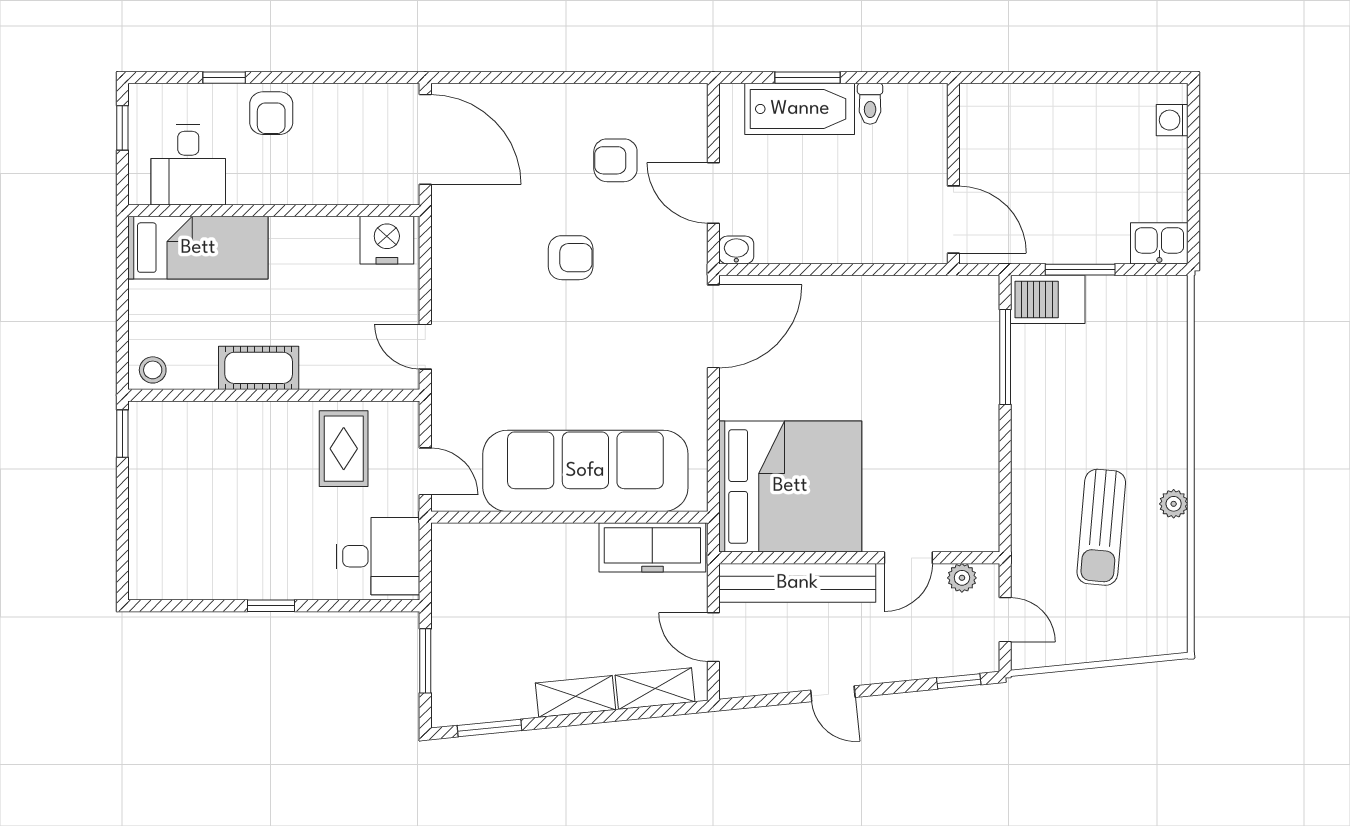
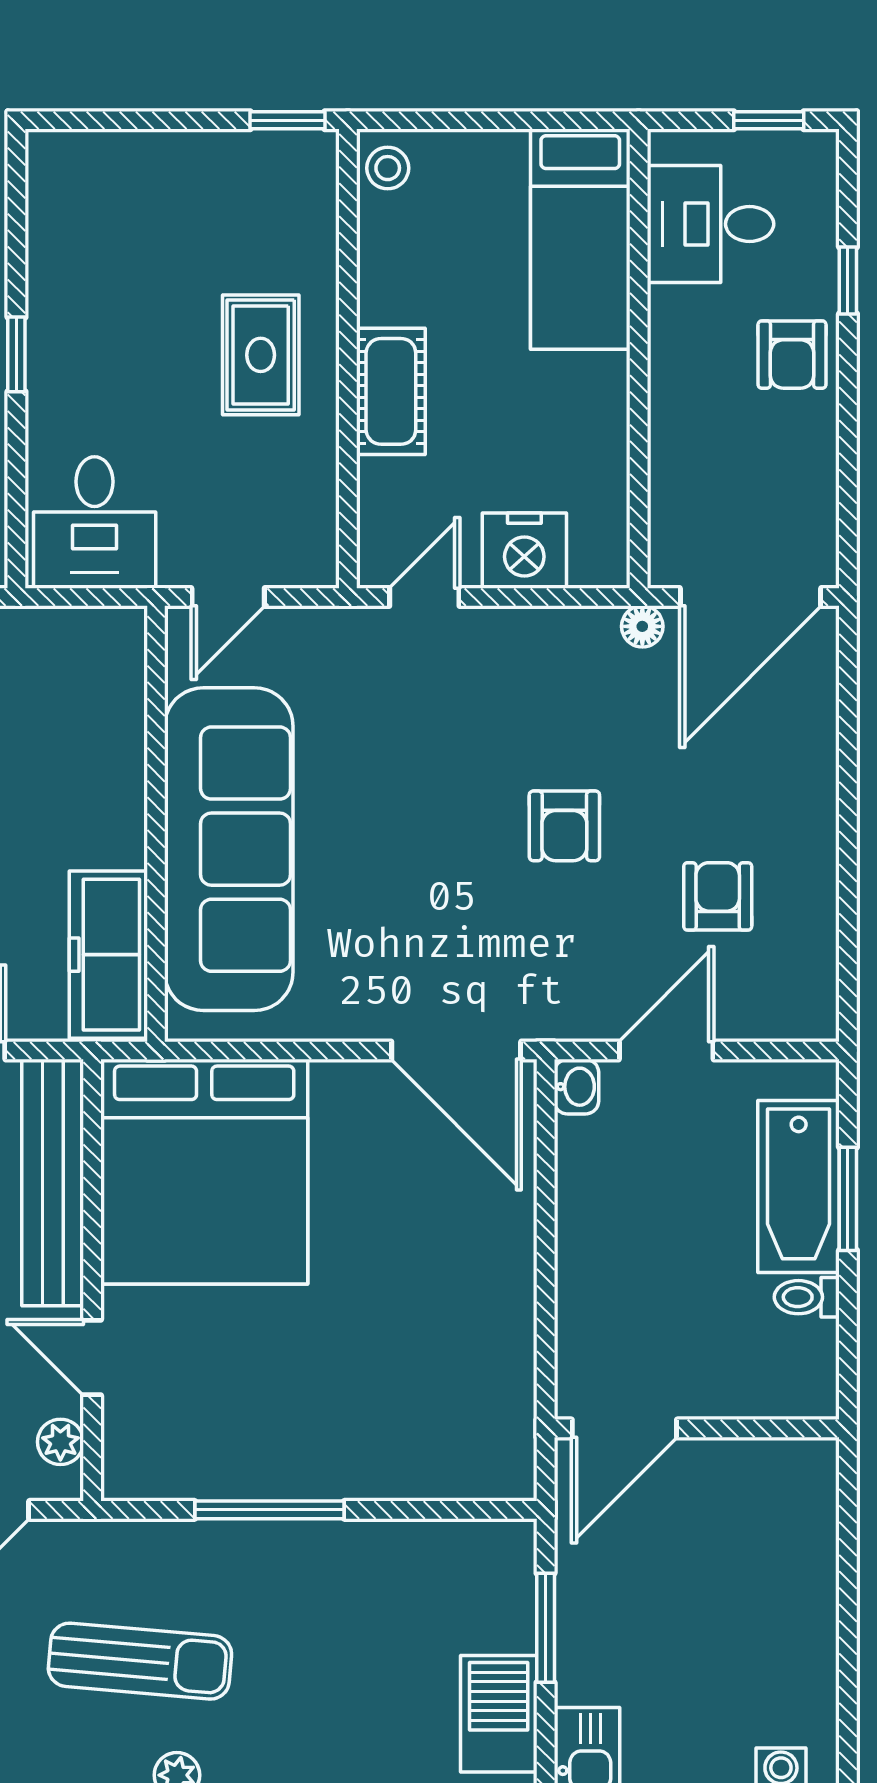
armchair: (271, 113) -> (792, 355), turned -90
floor lamp: (444, 208) -> (642, 626), added
nightstand: (387, 240) -> (524, 551), moved, turned 90
barbecue: (1048, 299) -> (499, 1714), moved
window: (1005, 357) -> (269, 1510), moved
cot: (259, 368) -> (391, 391), moved
rug: (344, 449) -> (261, 355), moved, turned 90
sun lounger: (1101, 527) -> (140, 1661), turned 180

